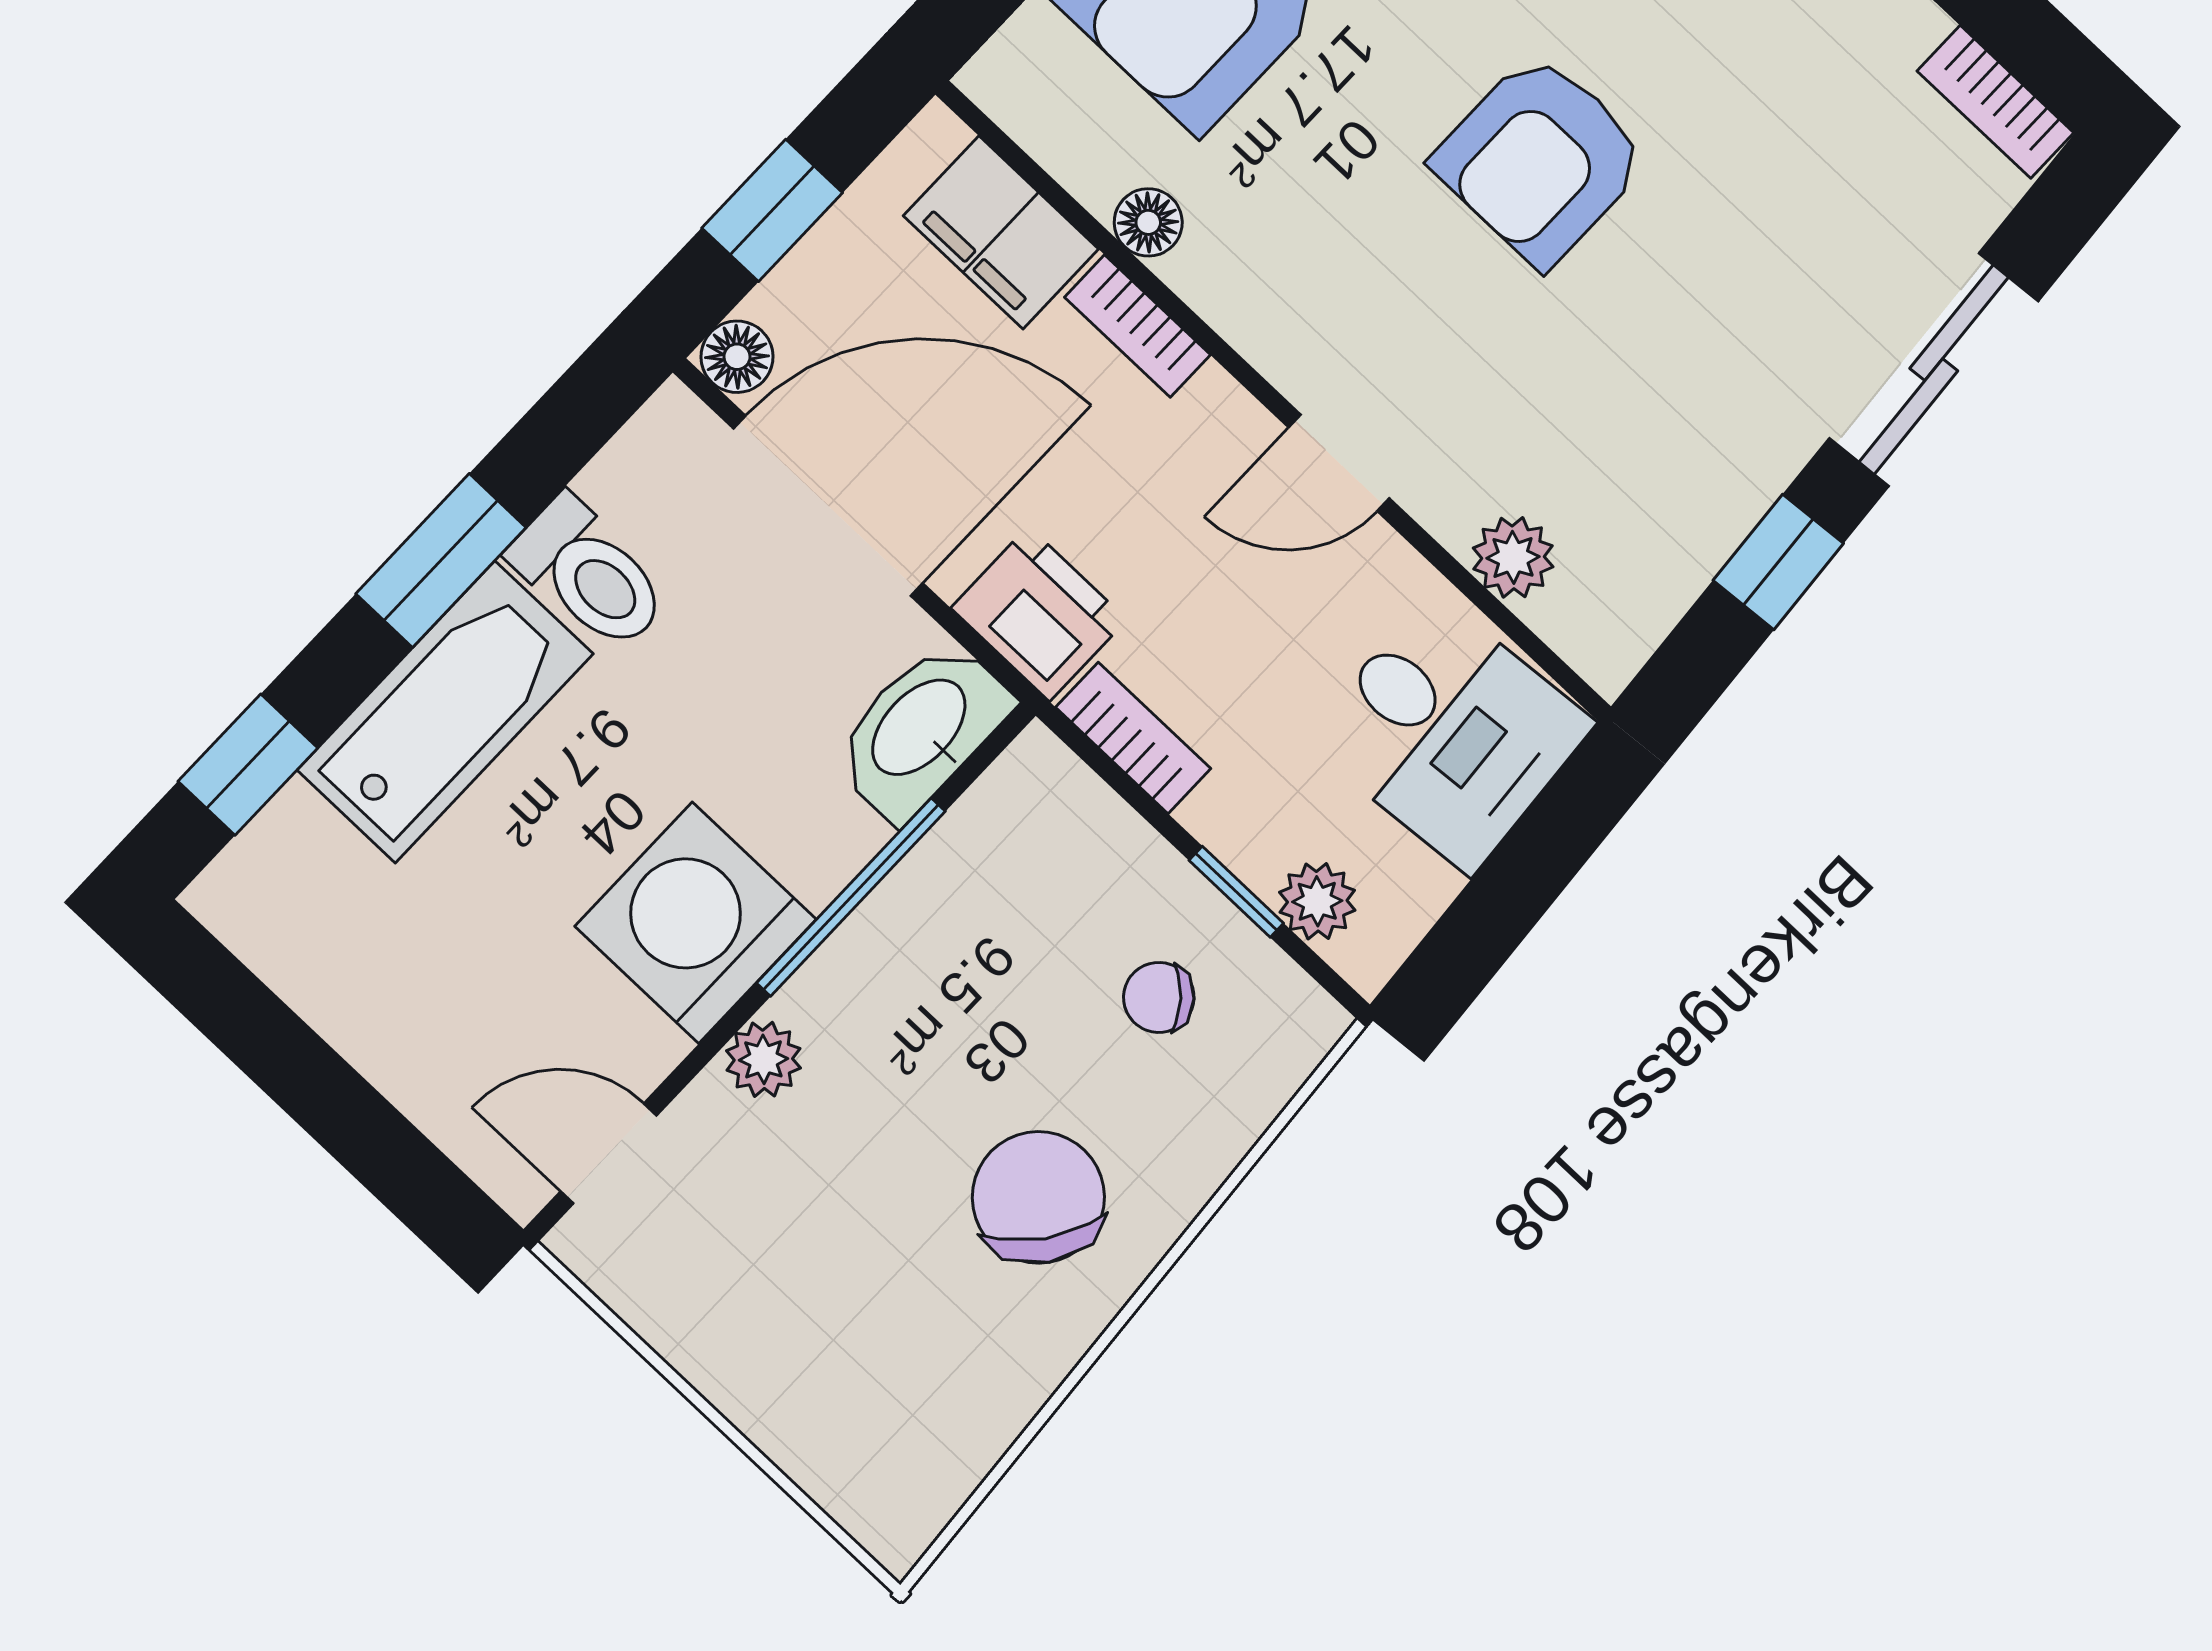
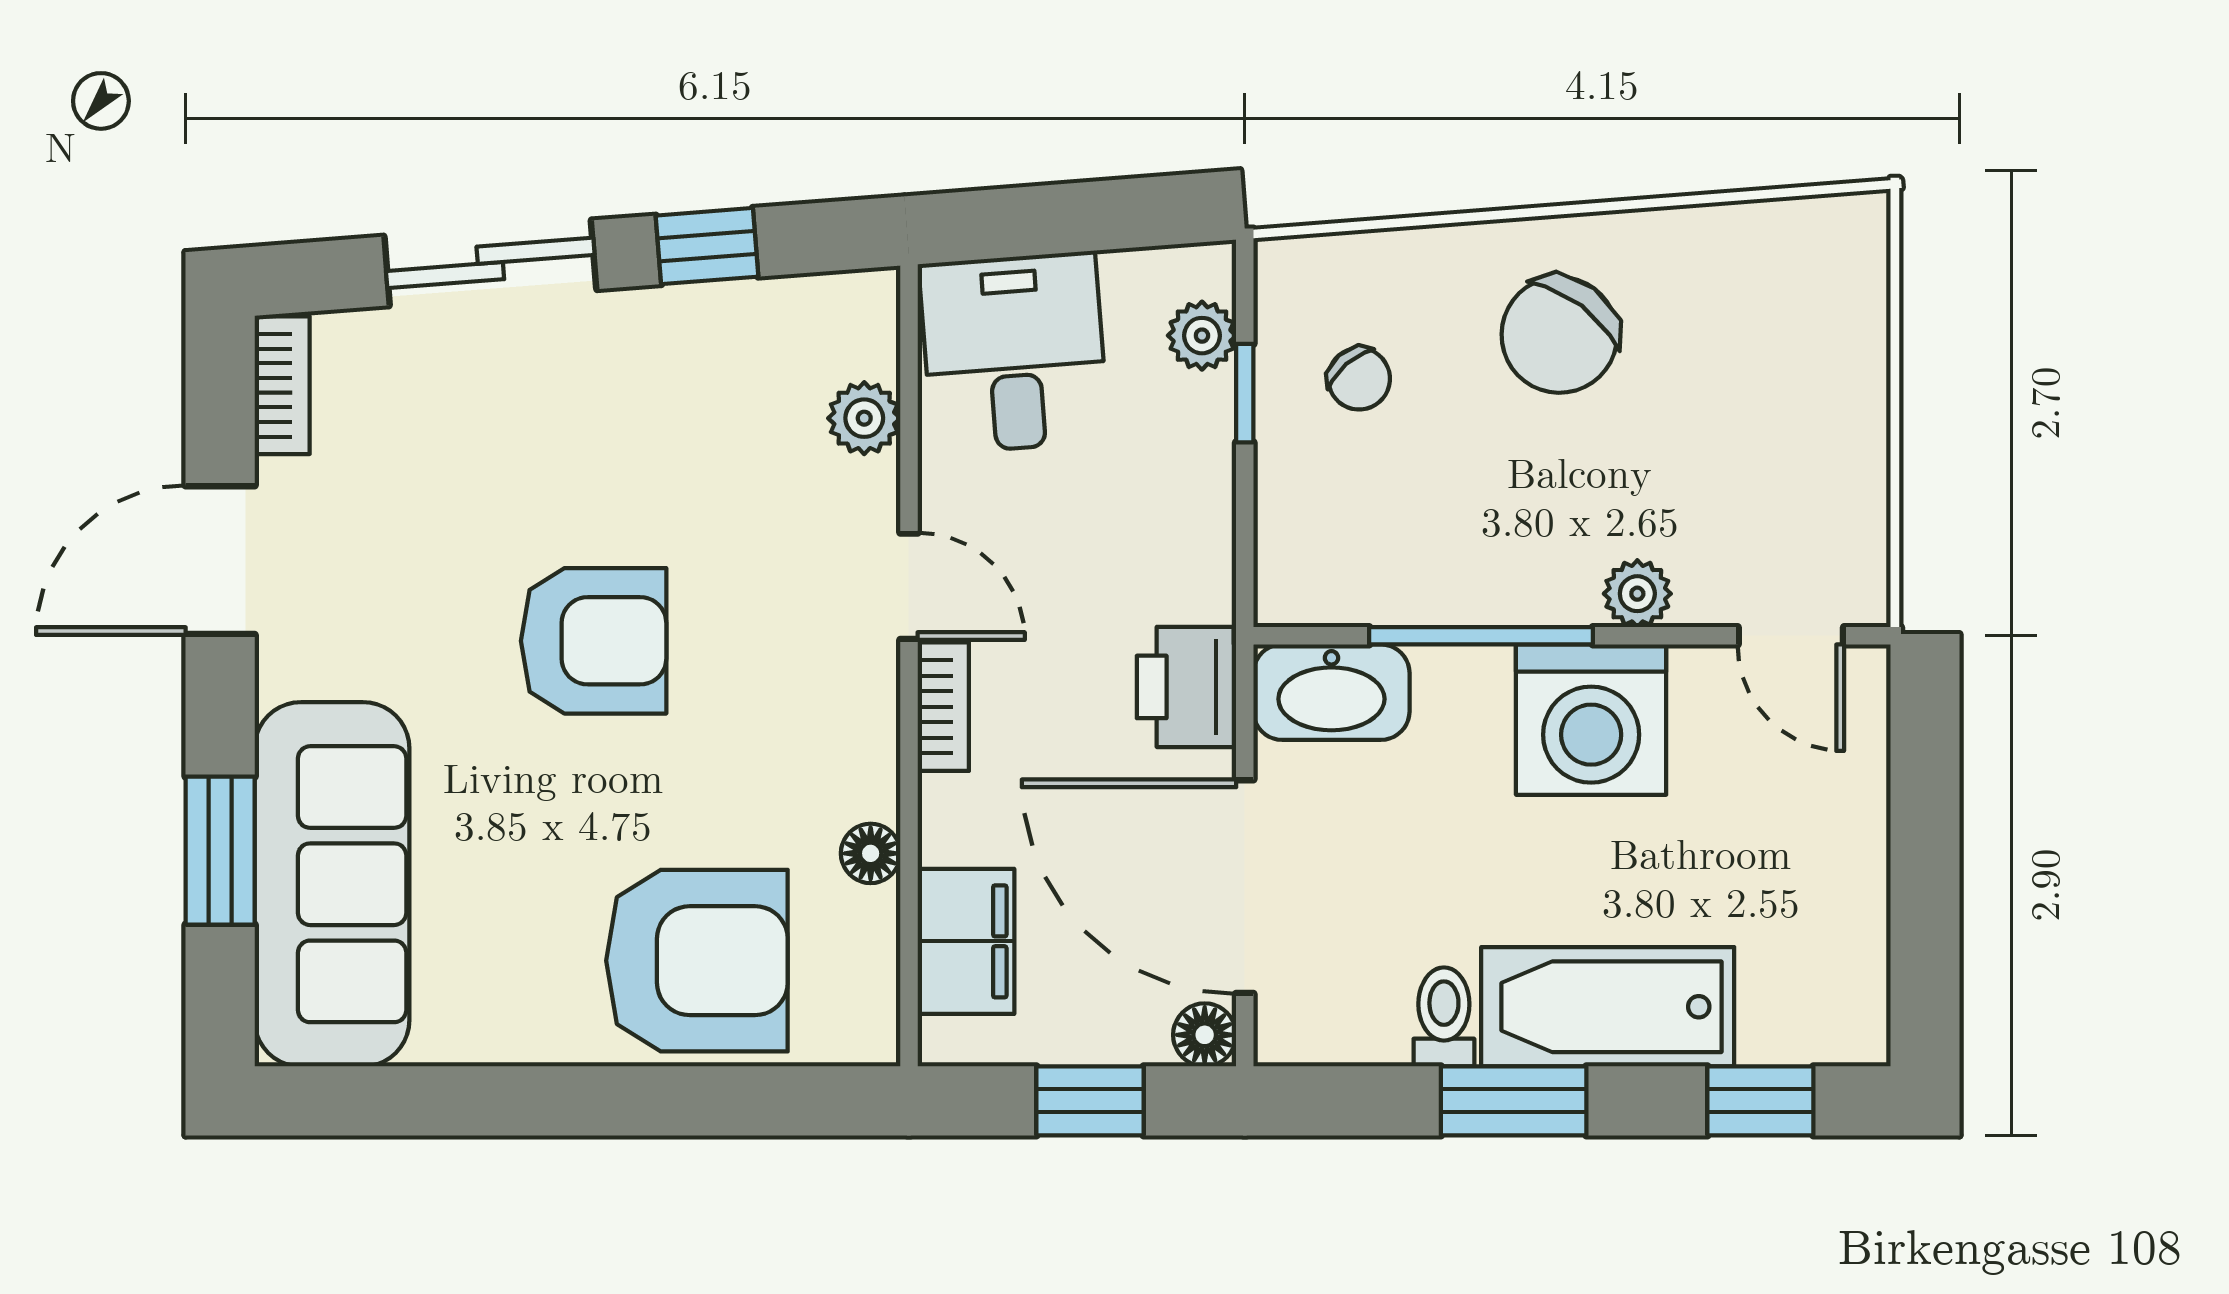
bookcase: (1137, 326) -> (943, 707), moved
toilet: (589, 574) -> (1444, 1017), width x0.73, depth x0.72
bookcase: (1133, 738) -> (1209, 552), removed

